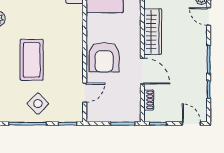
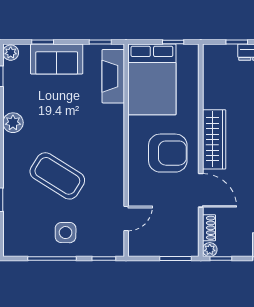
armchair: (104, 57) -> (168, 153), moved, turned -90
coffee table: (32, 60) -> (57, 176), turned -58
side table: (38, 104) -> (66, 233), turned 45
plant: (149, 117) -> (210, 250), added

